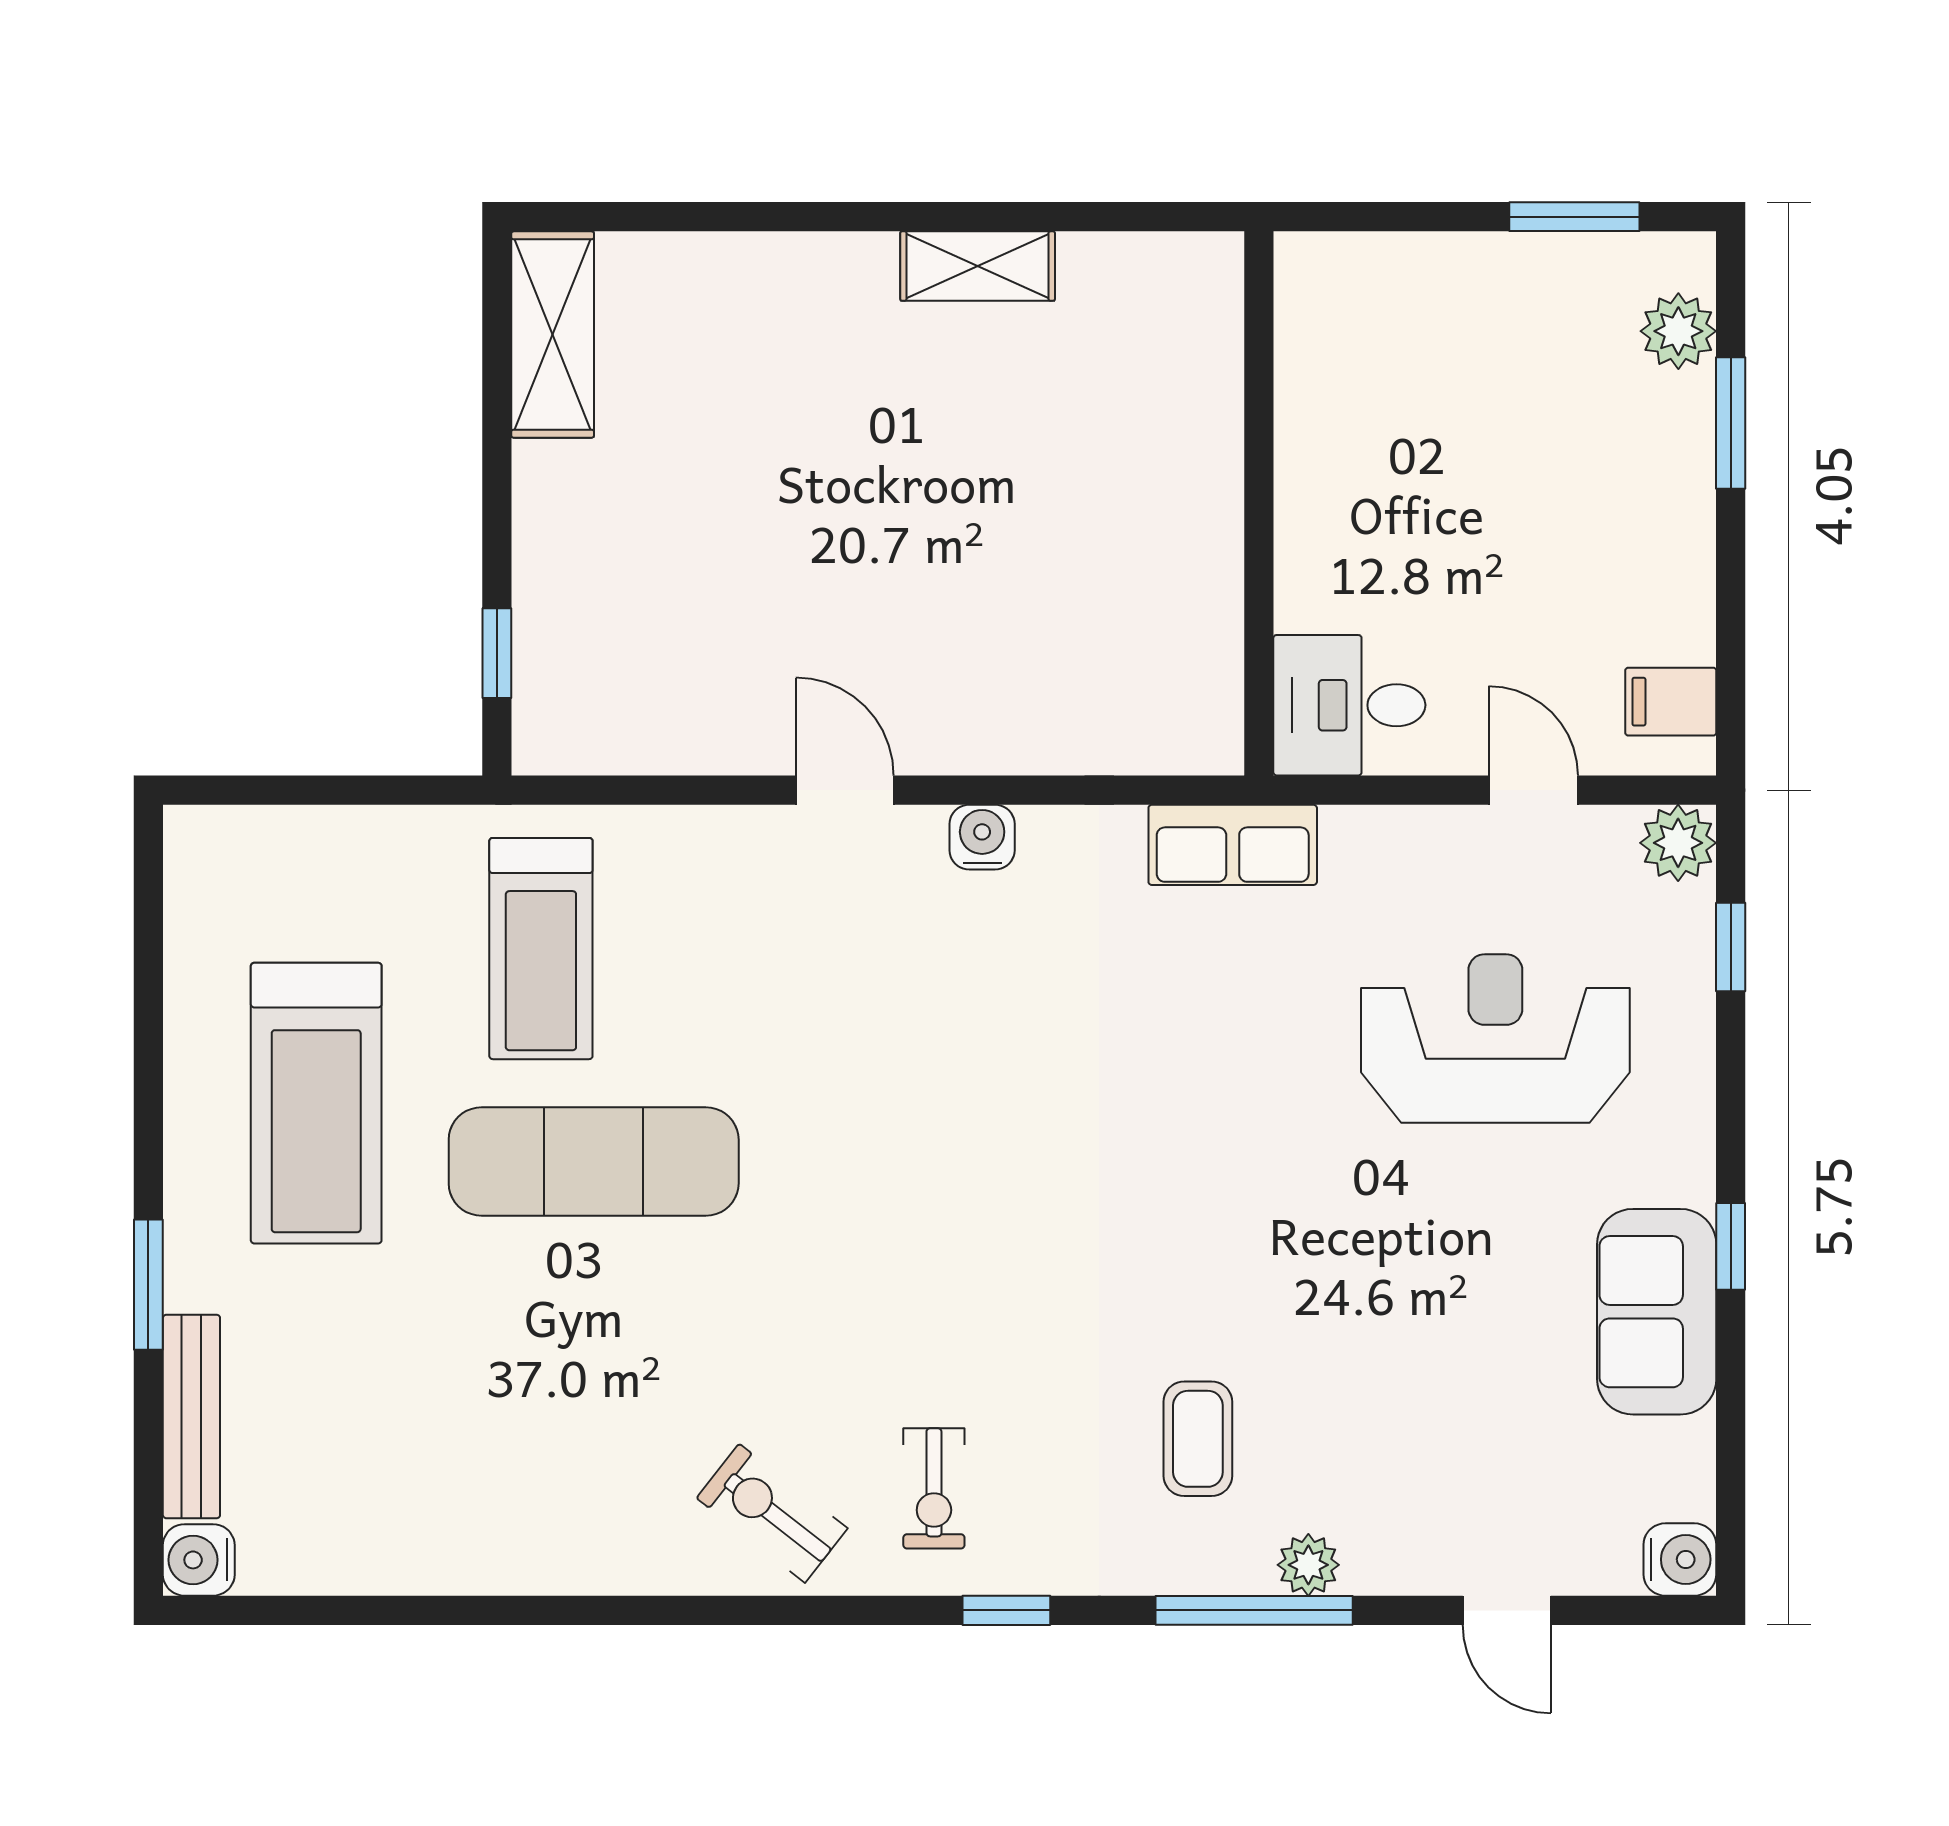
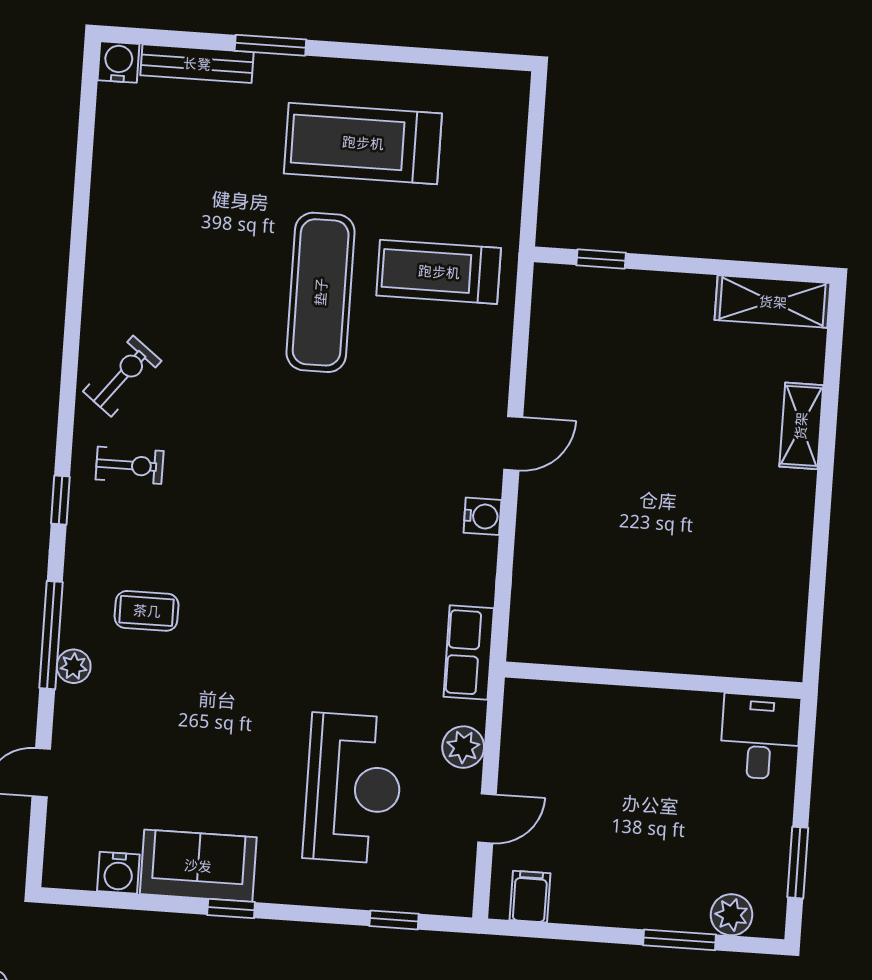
shelving: (978, 266) -> (801, 426), moved
desk: (1349, 705) -> (760, 737), moved
plant: (1678, 843) -> (463, 747), moved
exercise bike: (934, 1488) -> (130, 465), turned 180
water cooler: (1680, 1559) -> (118, 873), moved

